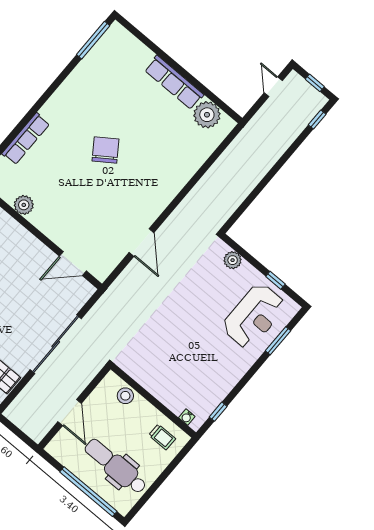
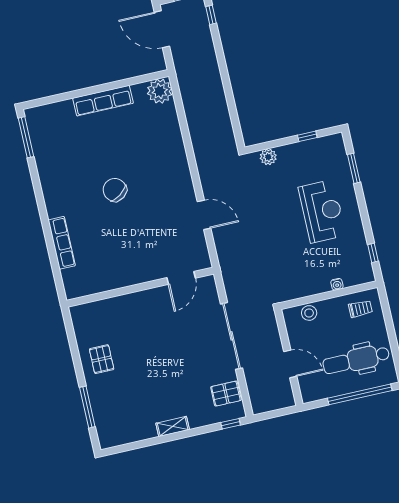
door: (273, 87) -> (162, 29), width x1.87
plant: (207, 115) -> (160, 91), moved
plant: (24, 205) -> (110, 282), removed
reception desk: (254, 316) -> (322, 211), moved
water cooler: (187, 417) -> (337, 284), moved

